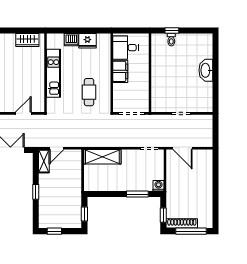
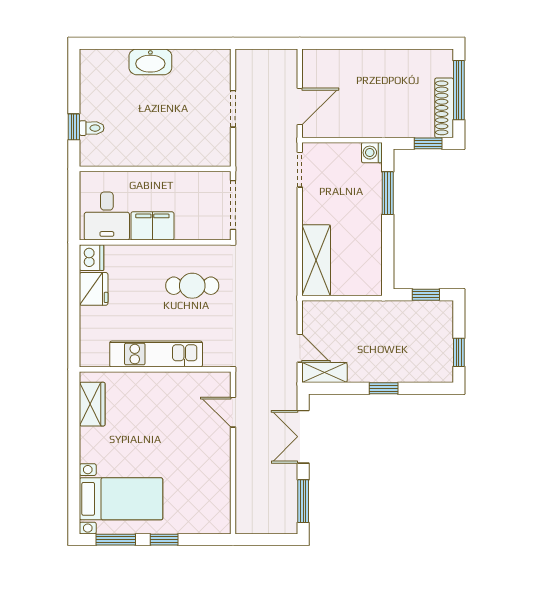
dishwasher: (71, 40) -> (92, 258), moved

